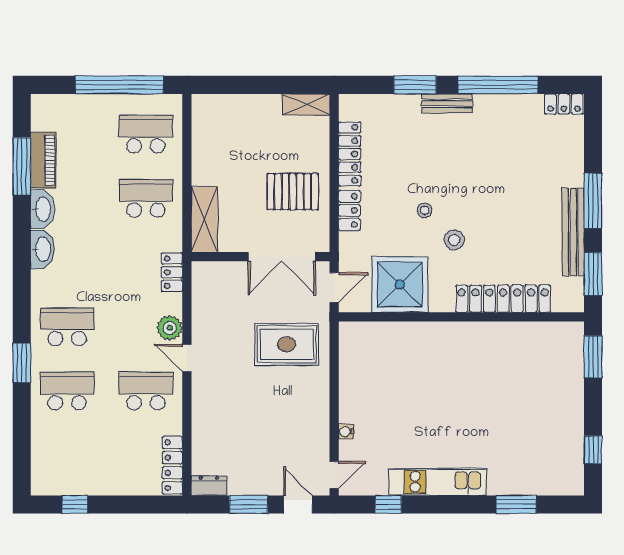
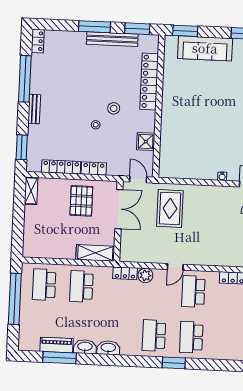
window: (415, 85) -> (22, 147), moved
shower: (400, 284) -> (146, 141), width x0.54, depth x0.54
plant: (170, 328) -> (145, 275), moved
sofa: (564, 392) -> (205, 48), added

